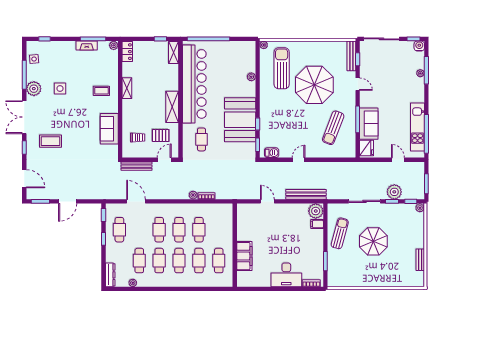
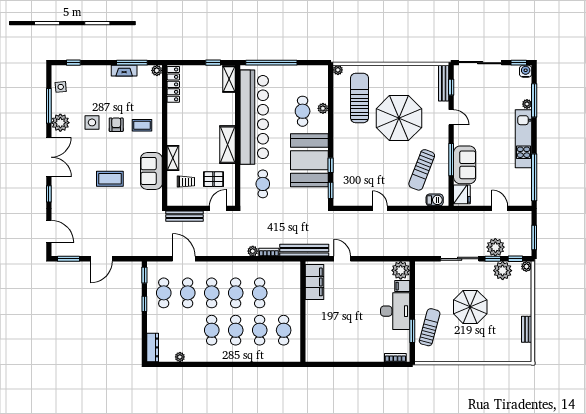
locker: (127, 52) -> (173, 84), width x1.53
cafe table: (234, 79) -> (303, 111), added
shelving: (127, 88) -> (173, 158), moved
armchair: (80, 90) -> (116, 125), added
double door: (24, 117) -> (49, 157), swing flipped
kitchen unit: (418, 127) -> (523, 139), moved
coffee table: (51, 141) -> (110, 179), moved
barbecue: (272, 153) -> (435, 200), moved
door: (299, 160) -> (380, 208), hinge flipped
bench: (306, 194) -> (304, 250), moved
plant: (400, 211) -> (503, 271), added
sun lounger: (340, 233) -> (430, 327), moved
filing cabinet: (244, 256) -> (315, 282), moved
cafe table: (139, 261) -> (188, 293), moved
desk: (286, 275) -> (395, 311), moved, turned -90

